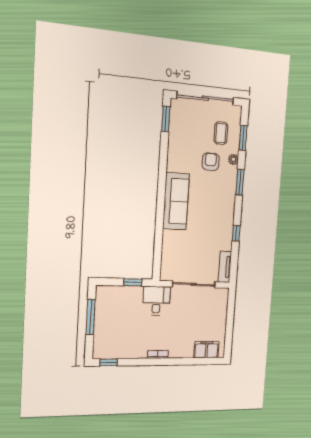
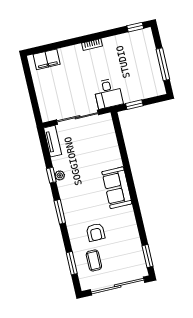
plant: (233, 159) -> (60, 175), moved
window: (240, 182) -> (60, 212), moved
sofa: (176, 201) -> (117, 188), width x0.73

